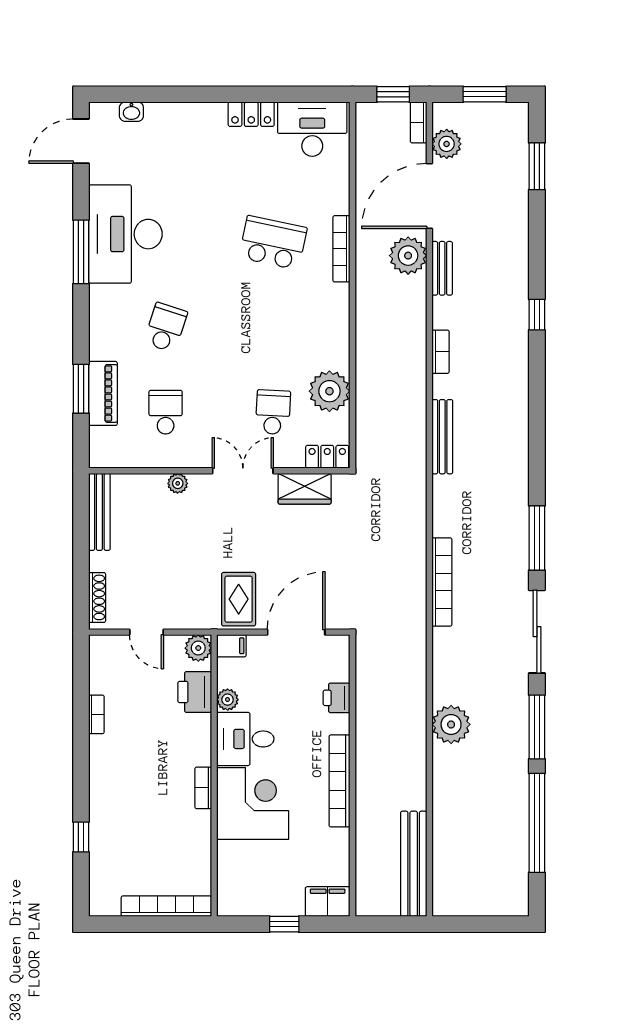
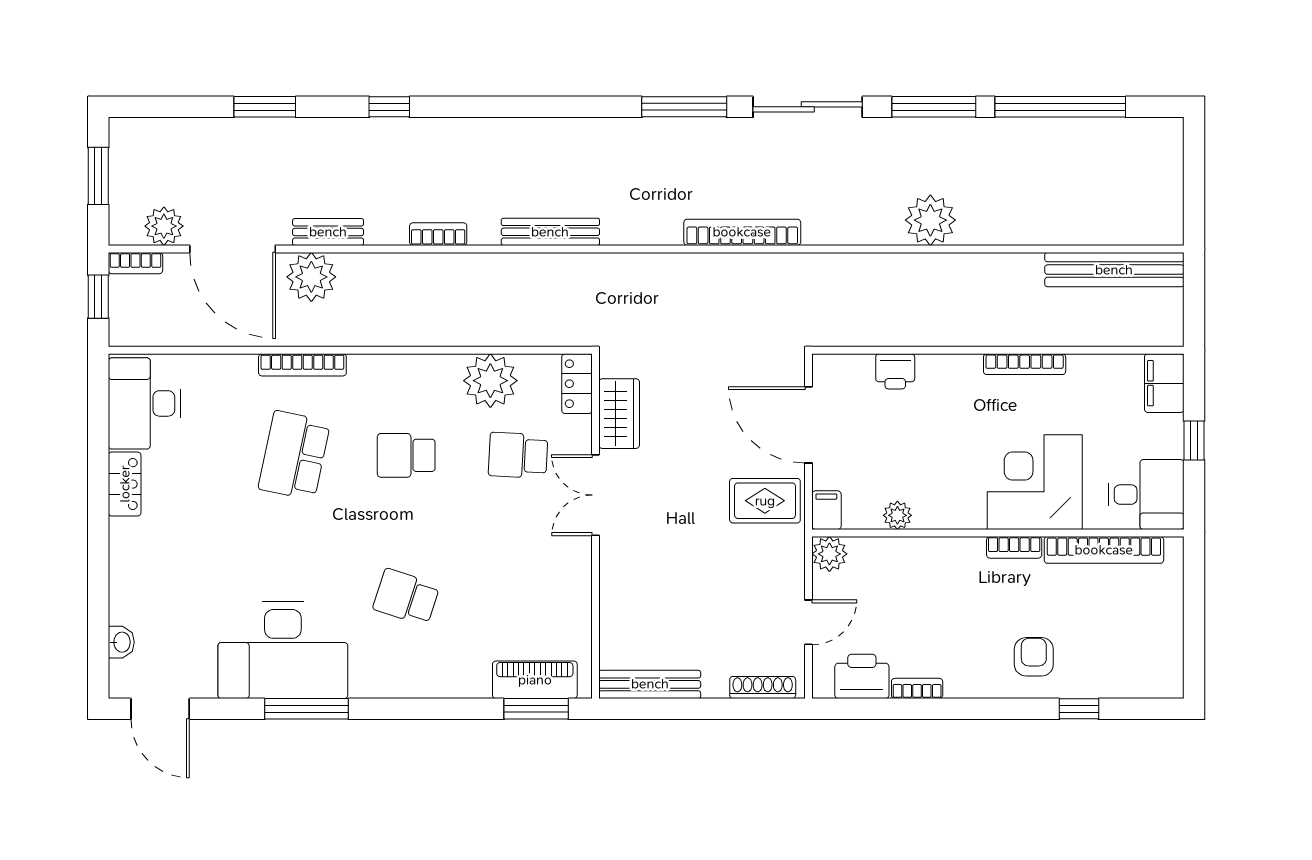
window: (537, 166) -> (265, 107), moved
window: (81, 389) -> (536, 709), moved
piano: (103, 393) -> (535, 680), moved
school desk: (166, 412) -> (406, 455), moved
plant: (178, 483) -> (612, 581), removed
printer: (195, 692) -> (862, 676), moved, turned 180
desk: (245, 739) -> (1146, 495), moved, turned -90
bookcase: (339, 781) -> (1025, 364), width x0.68, depth x0.76
armchair: (120, 803) -> (1034, 657), added
bookcase: (166, 906) -> (1104, 550), moved, turned -90

